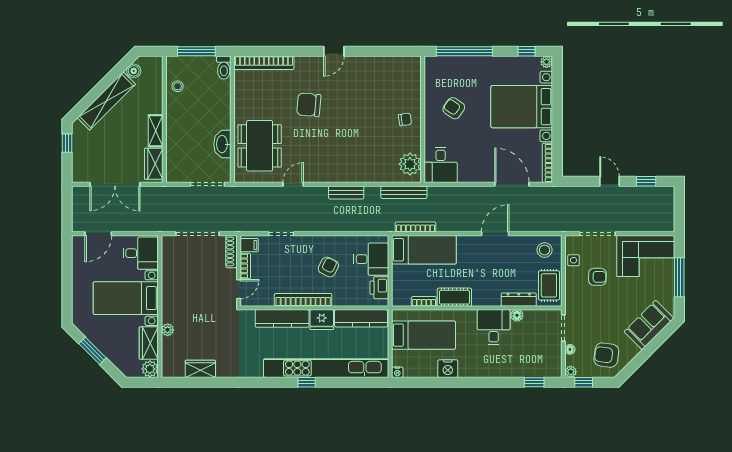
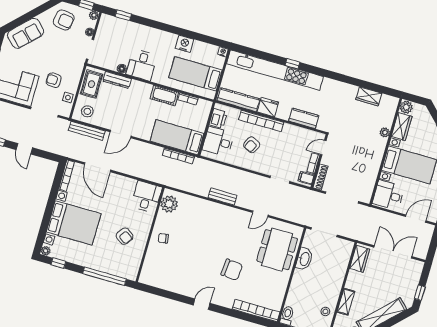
shelving: (156, 131) -> (346, 302), moved
bench: (404, 192) -> (87, 131), moved
bookcase: (303, 300) -> (261, 121), moved
kitchen counter: (282, 318) -> (304, 118), width x0.67

